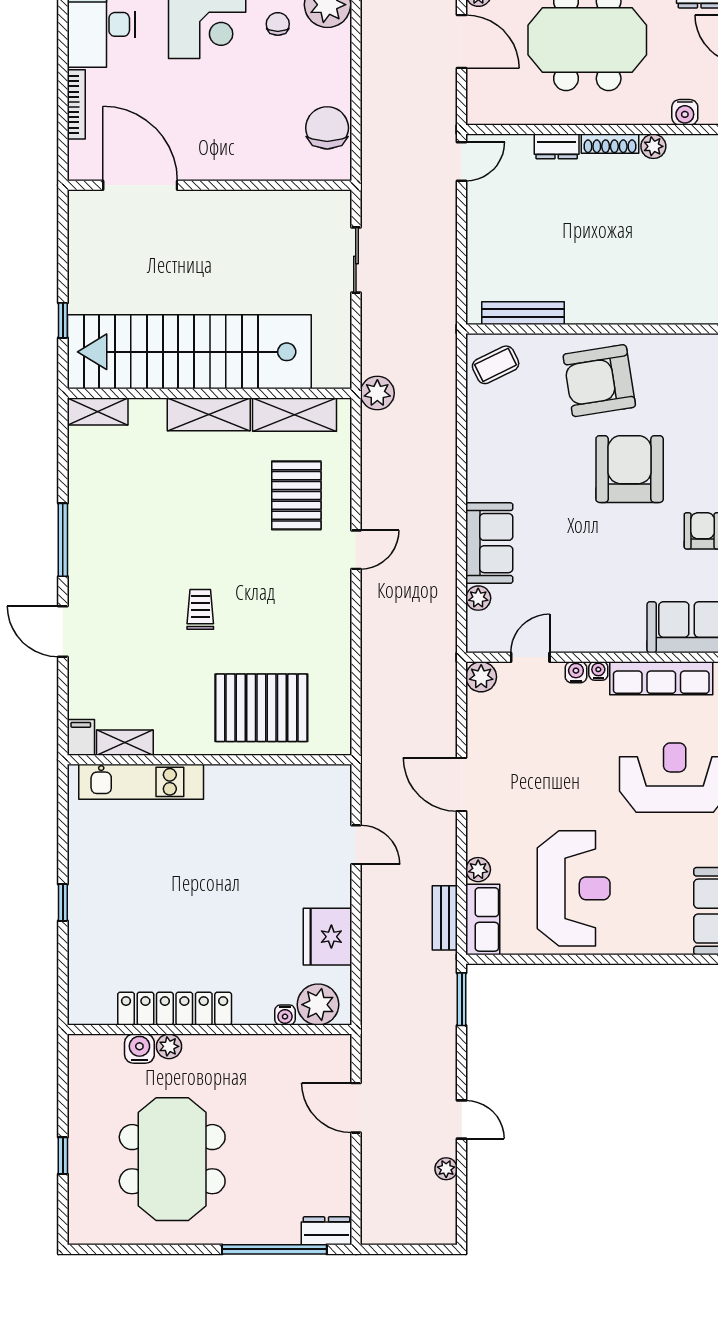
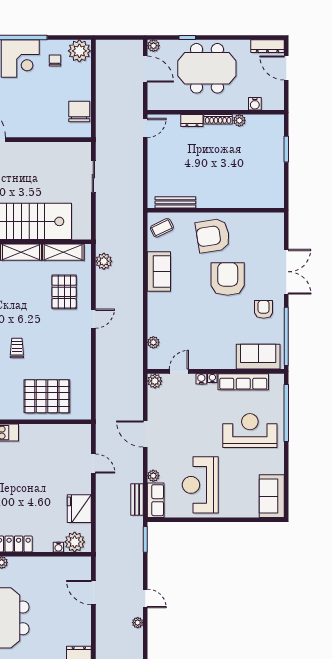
plant: (377, 393) -> (104, 261), moved
sofa: (489, 543) -> (159, 272), moved
reception desk: (574, 888) -> (200, 485), turned 180

